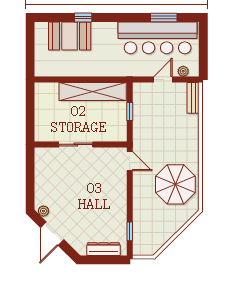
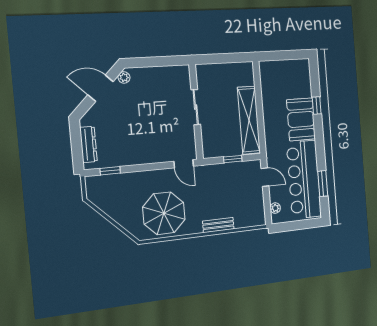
booth: (70, 36) -> (301, 119), moved
door: (163, 80) -> (265, 177), moved
bench: (193, 98) -> (218, 225), moved
door: (130, 161) -> (184, 164), hinge flipped

